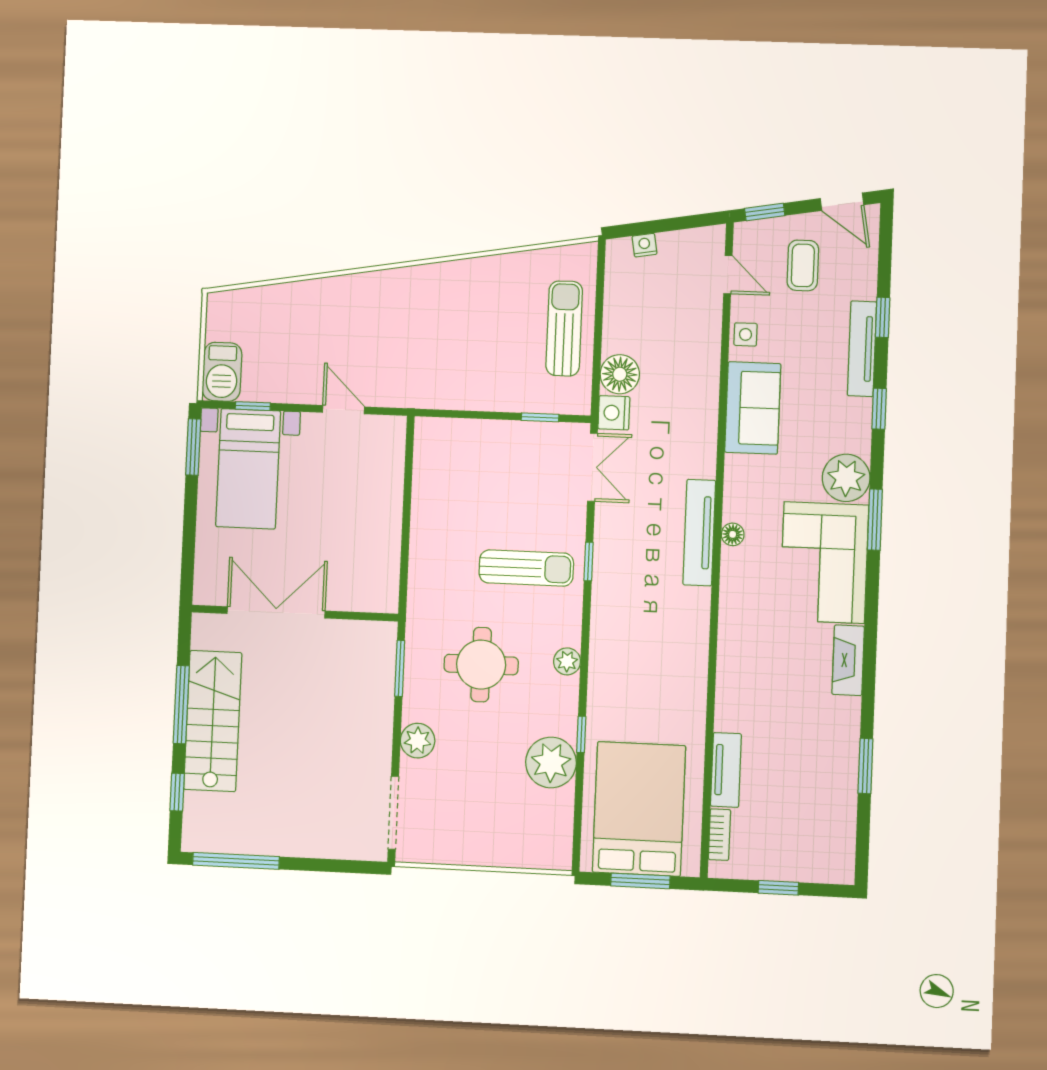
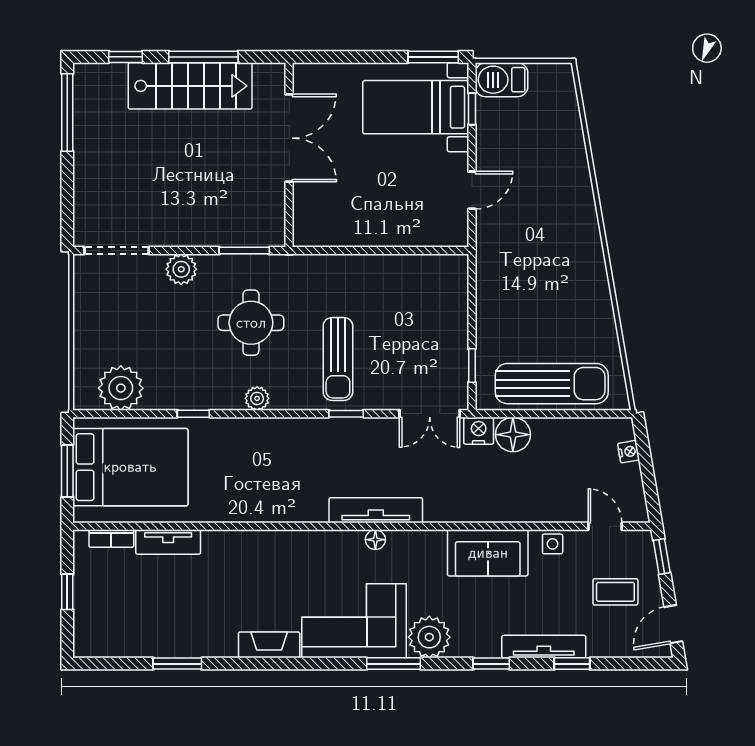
door: (728, 275) -> (605, 526), swing flipped
sun lounger: (564, 328) -> (552, 384), width x1.36, depth x1.34
plant: (551, 762) -> (121, 388), moved

